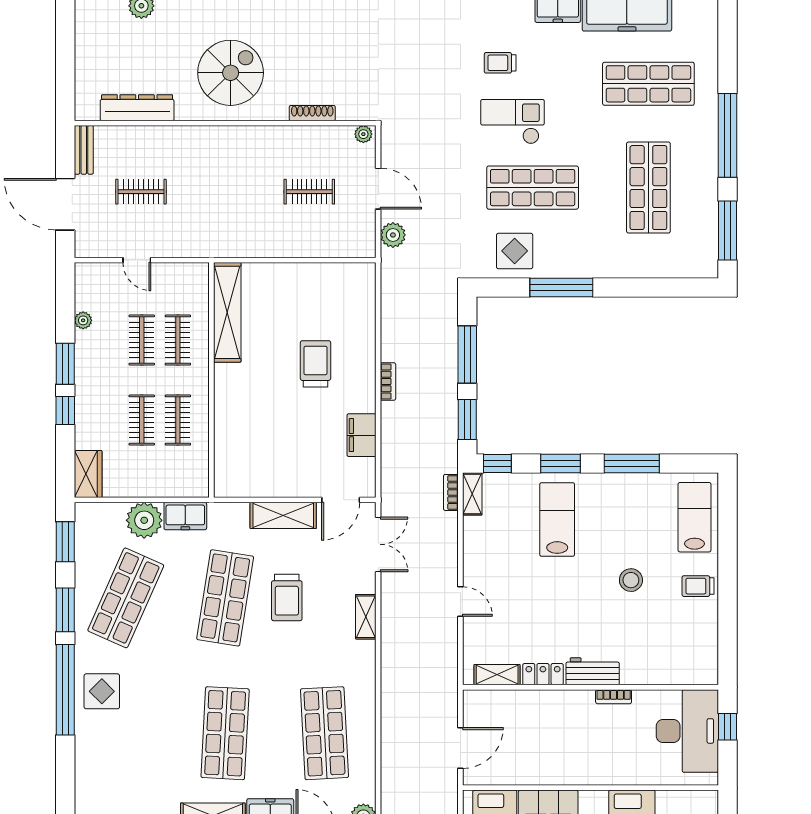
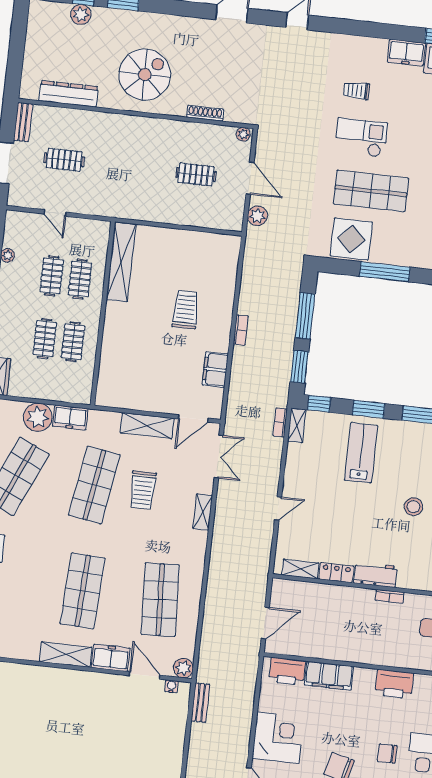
display table: (515, 251) -> (351, 239), width x1.36, depth x1.36
door: (460, 601) -> (278, 508), hinge flipped

